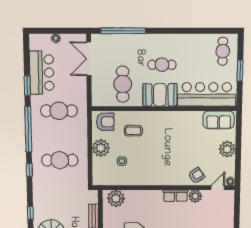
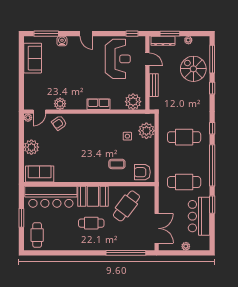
cafe table: (123, 84) -> (126, 206), turned 37
plant: (101, 148) -> (146, 131), moved
row of seats: (176, 196) -> (98, 104), moved

